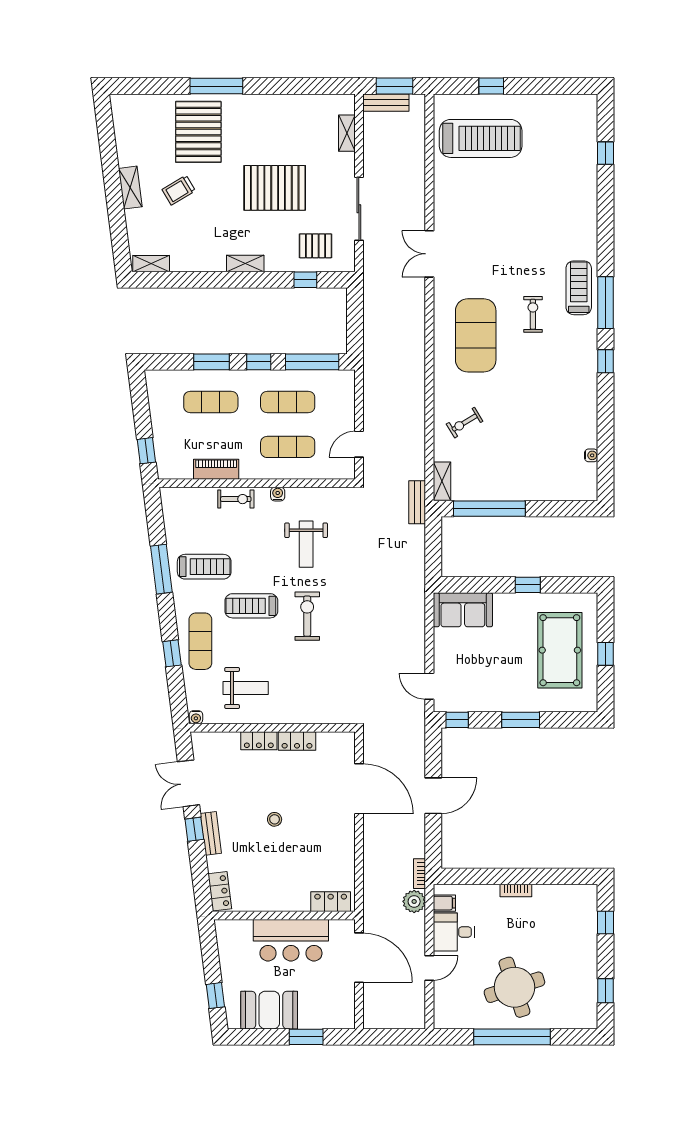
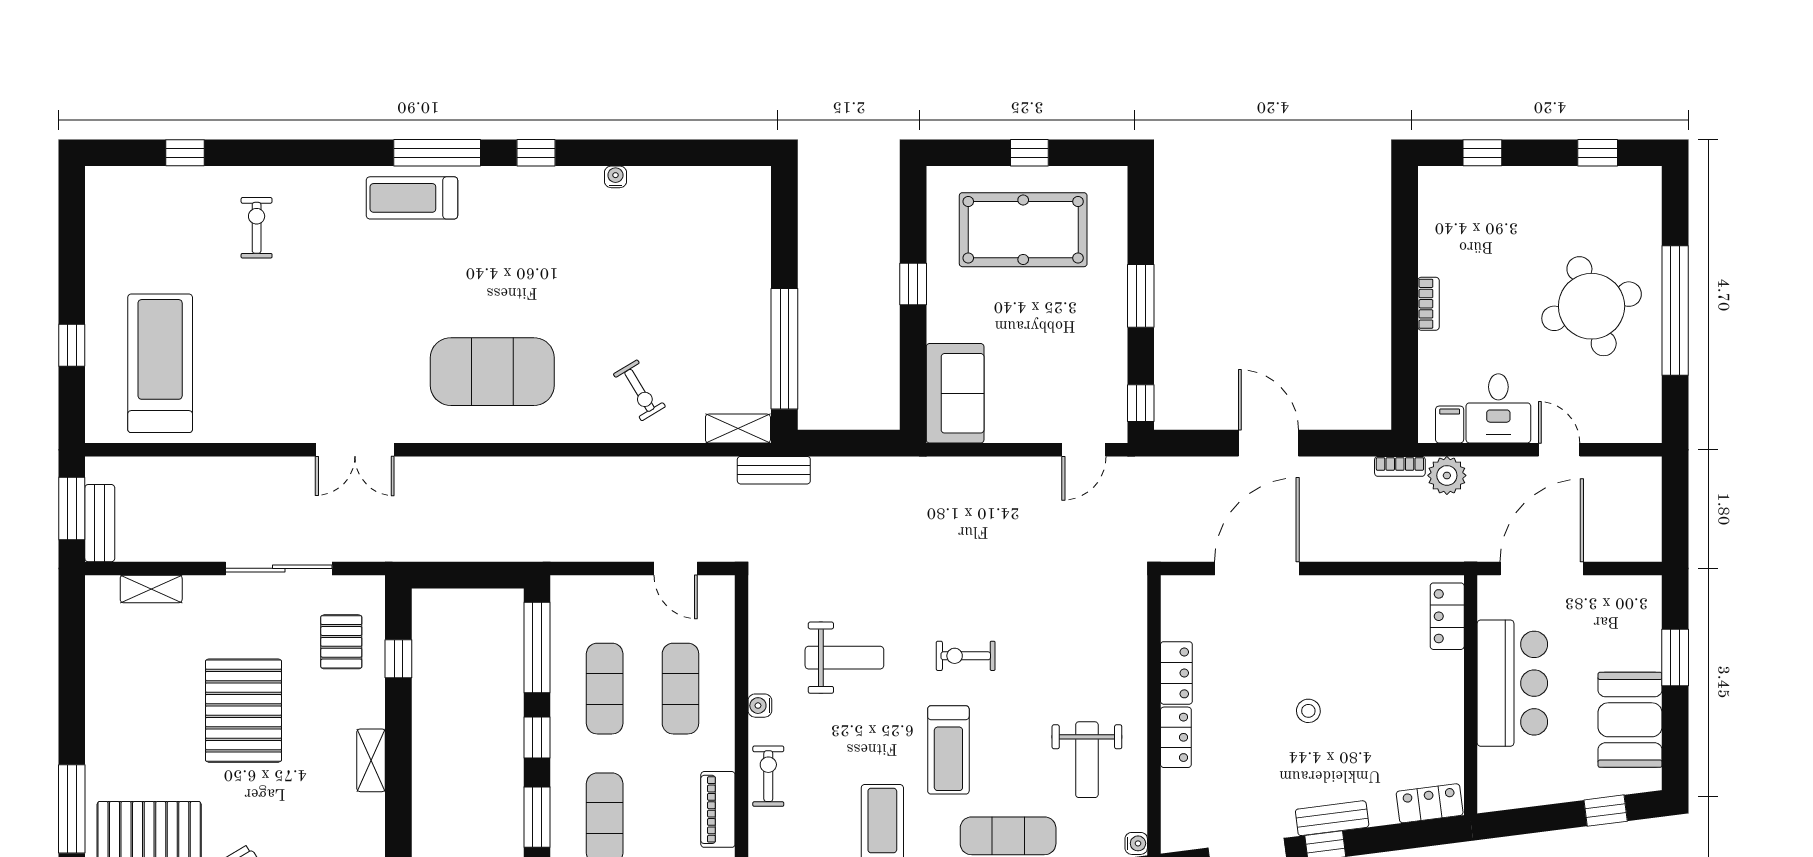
exercise bike: (533, 314) -> (257, 228), moved, turned 90
water cooler: (591, 455) -> (615, 177), moved
exercise bike: (307, 616) -> (966, 656), width x0.73, depth x0.72
weight bench: (246, 688) -> (1087, 760), turned 180

